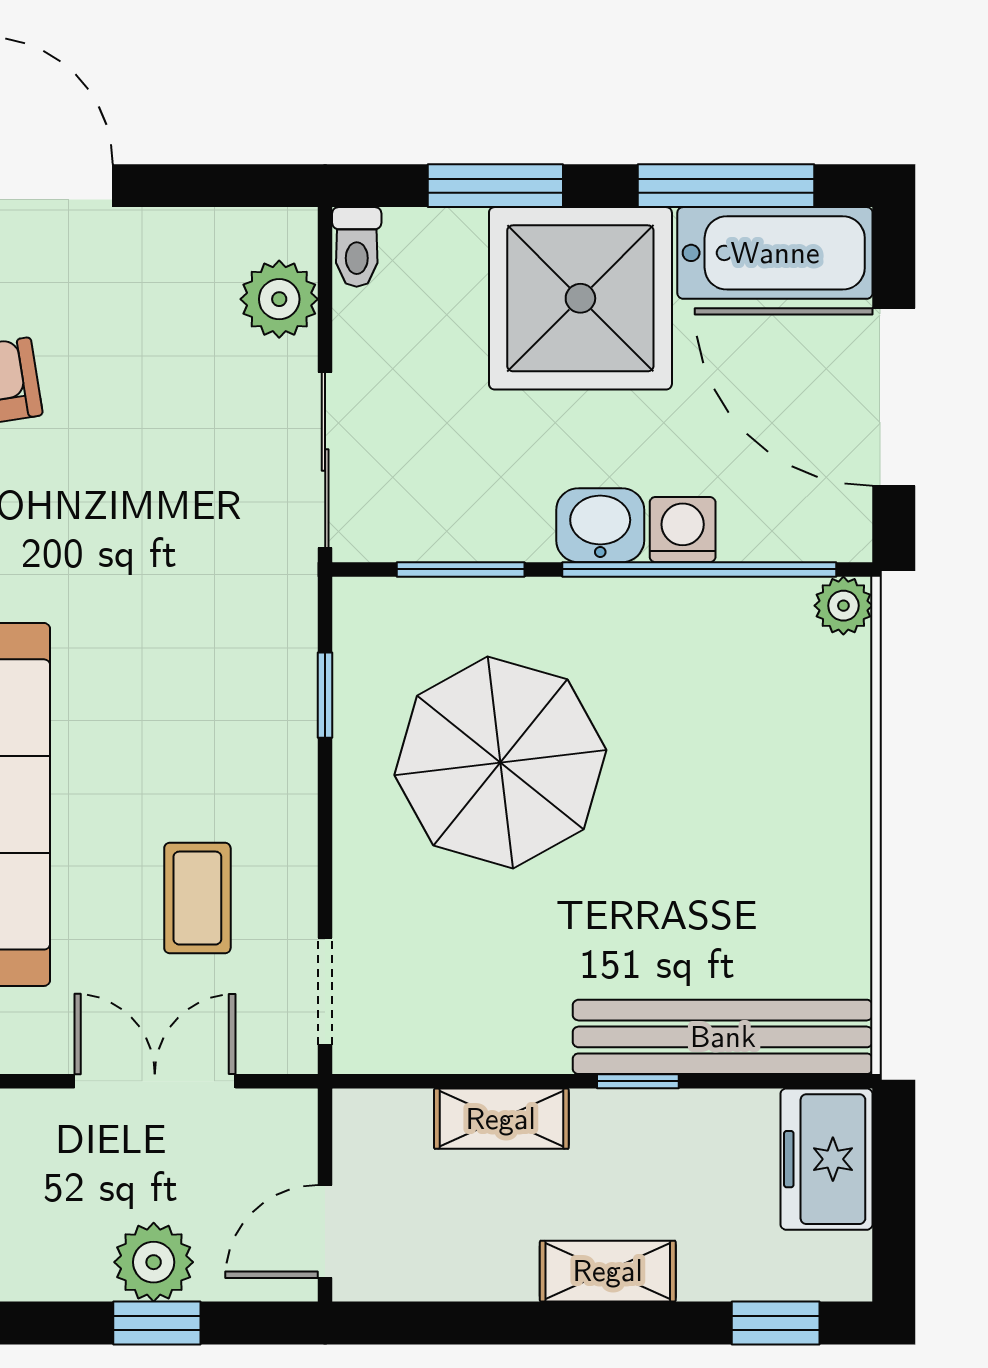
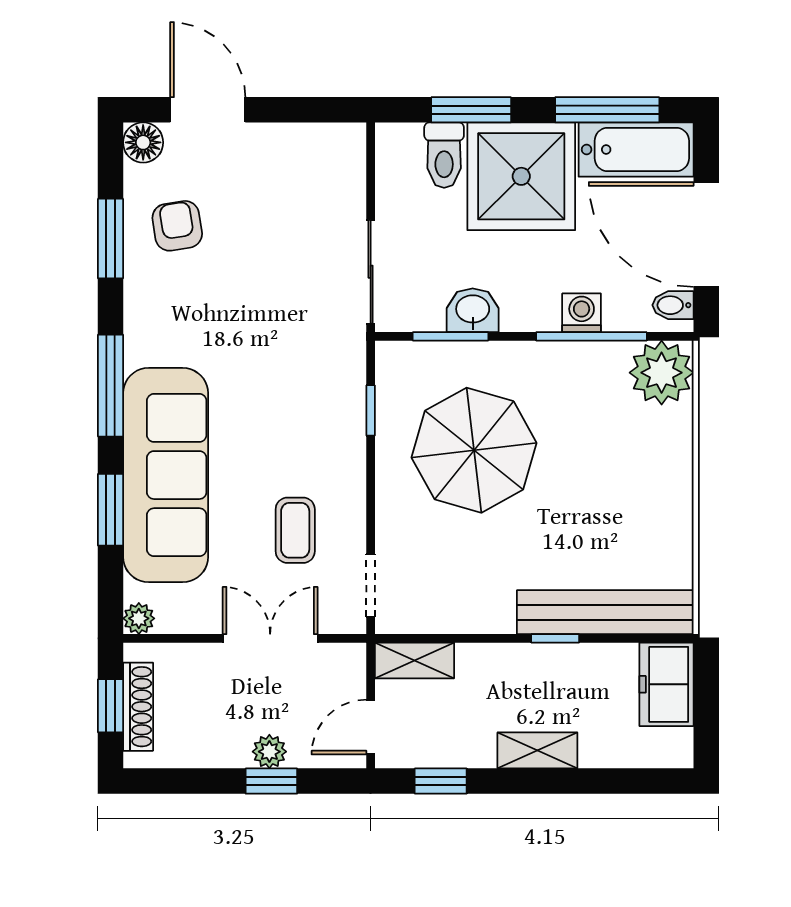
toilet: (357, 247) -> (444, 155), moved, width x1.37, depth x1.39
plant: (279, 299) -> (343, 177), removed
bidet: (838, 517) -> (673, 305), added
washbasin: (600, 525) -> (473, 310), moved
window: (699, 569) -> (591, 336), width x0.68
plant: (843, 606) -> (662, 373), width x1.88, depth x1.88
shelving: (501, 1119) -> (414, 660), moved
plant: (154, 1262) -> (269, 752), width x0.73, depth x0.73
window: (776, 1323) -> (441, 781), moved

